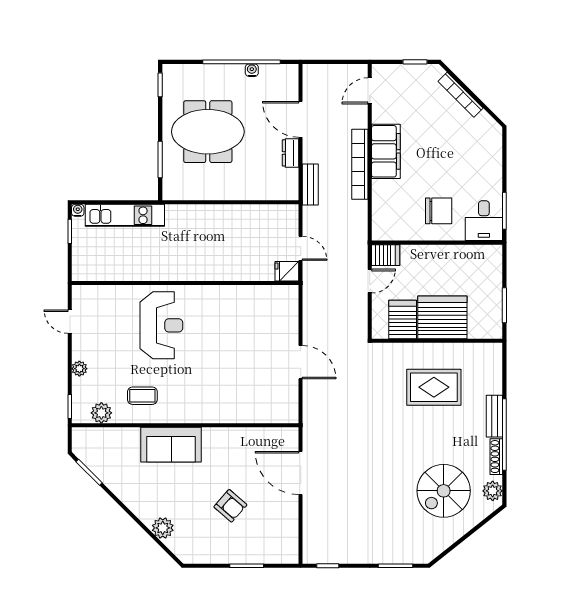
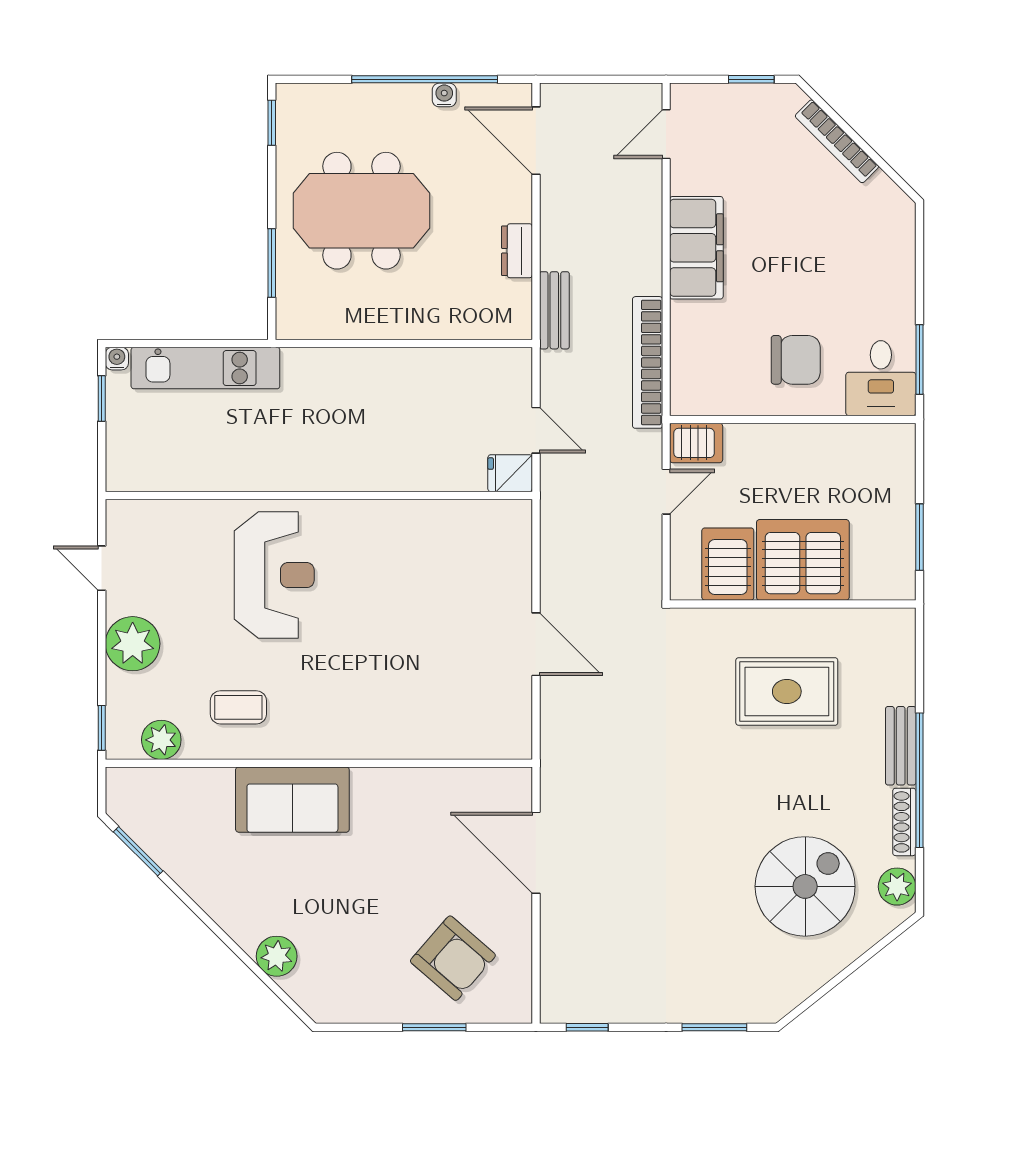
door: (301, 119) -> (536, 141), moved
bookcase: (360, 164) -> (648, 362), moved
plant: (79, 369) -> (133, 644), width x1.88, depth x1.88
spiral stairs: (444, 491) -> (805, 886), turned 180
armchair: (230, 506) -> (453, 958), moved, width x1.38, depth x1.38

